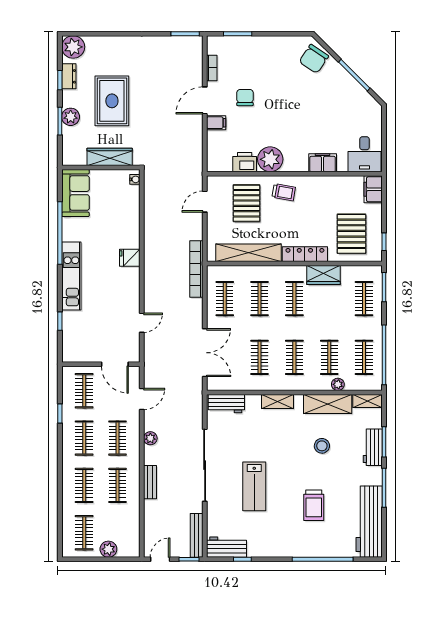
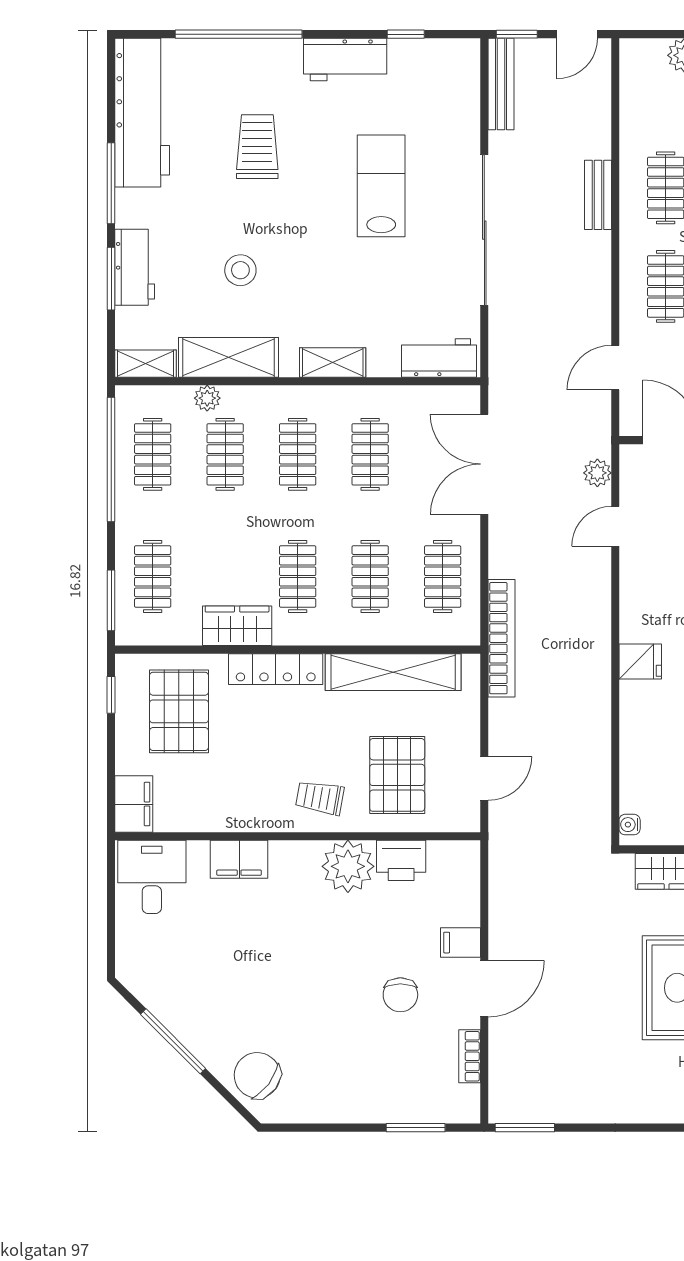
chair: (314, 59) -> (257, 1075), turned -87
plant: (150, 438) -> (597, 473), moved
workbench: (227, 547) -> (345, 60), moved

